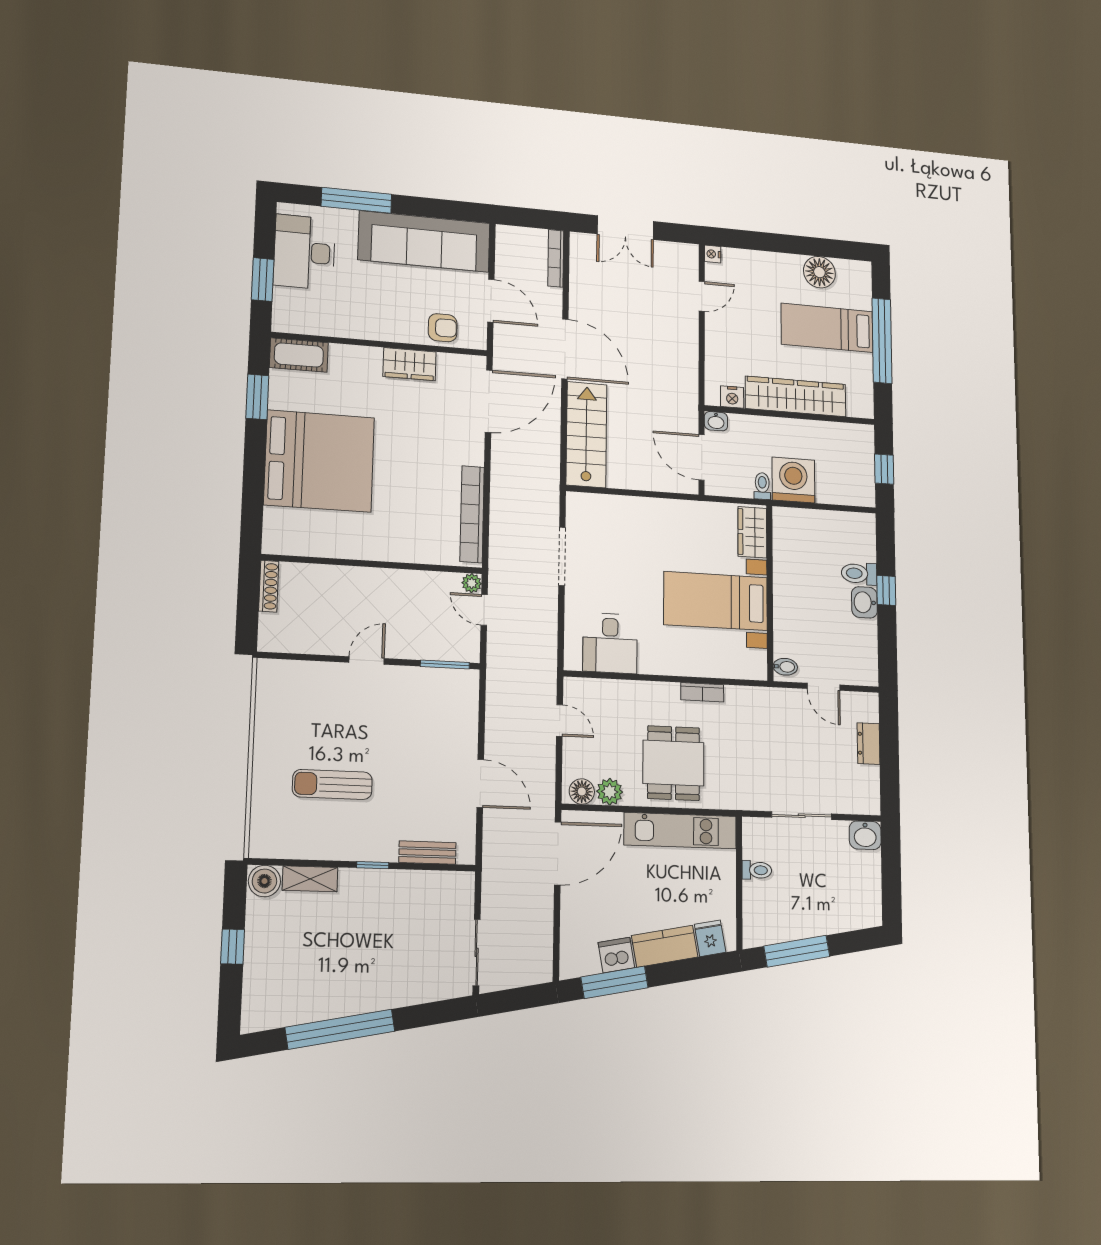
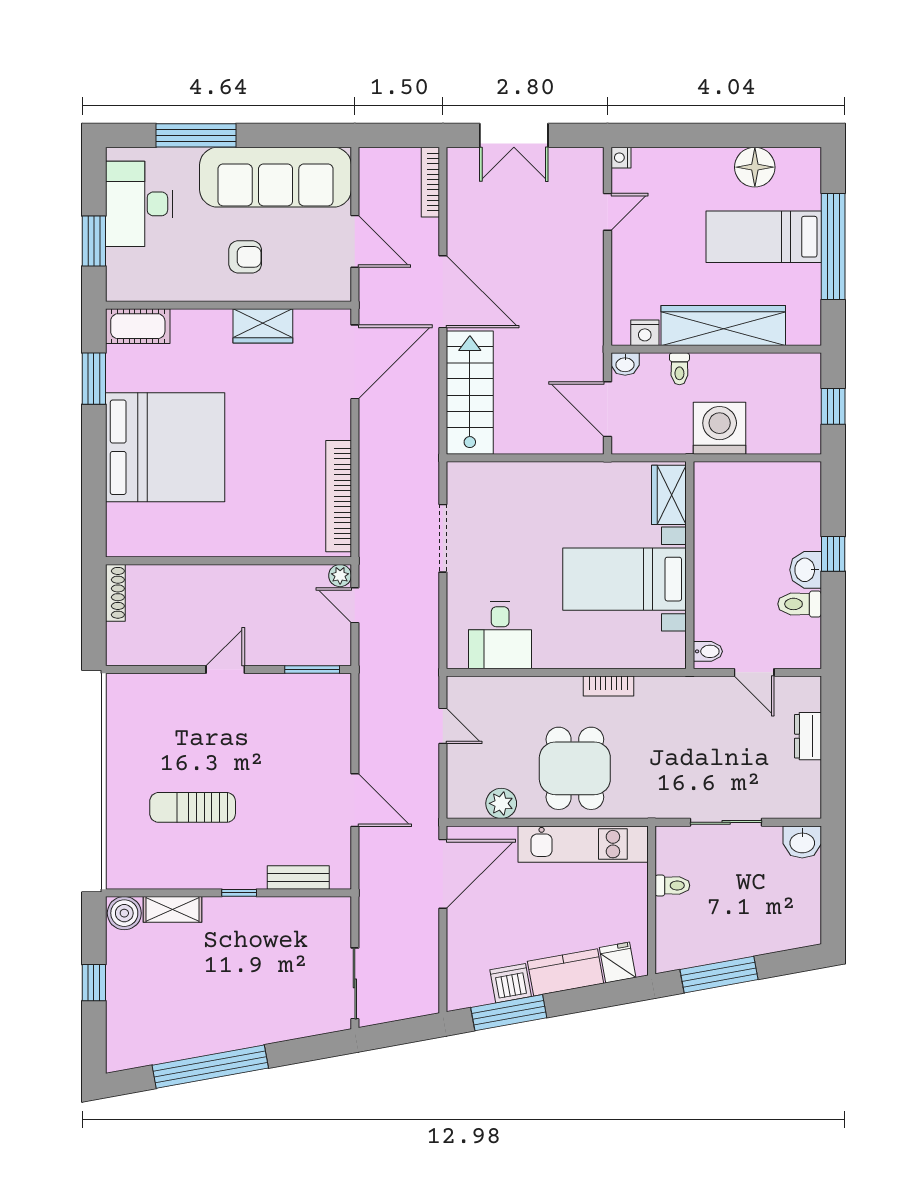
armchair: (443, 328) -> (245, 257), moved
toilet: (762, 486) -> (679, 369), moved, turned 180
toilet: (859, 574) -> (800, 604), moved
floor lamp: (582, 791) -> (469, 804), removed

